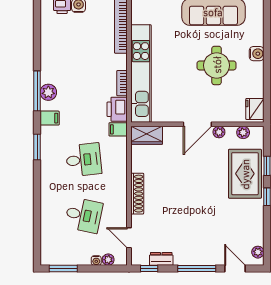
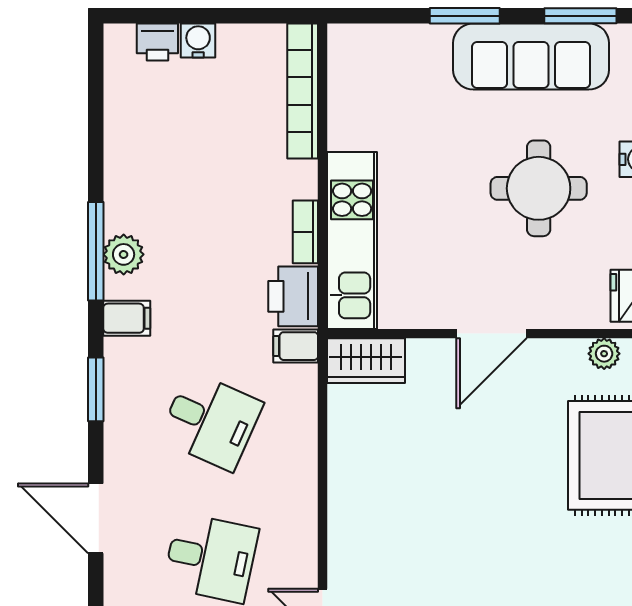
kitchen unit: (141, 74) -> (352, 241), width x0.73
plant: (219, 132) -> (545, 353), removed
desk: (84, 160) -> (211, 421), turned 30
shoe rack: (137, 194) -> (343, 504), removed
door: (37, 199) -> (96, 518), added

